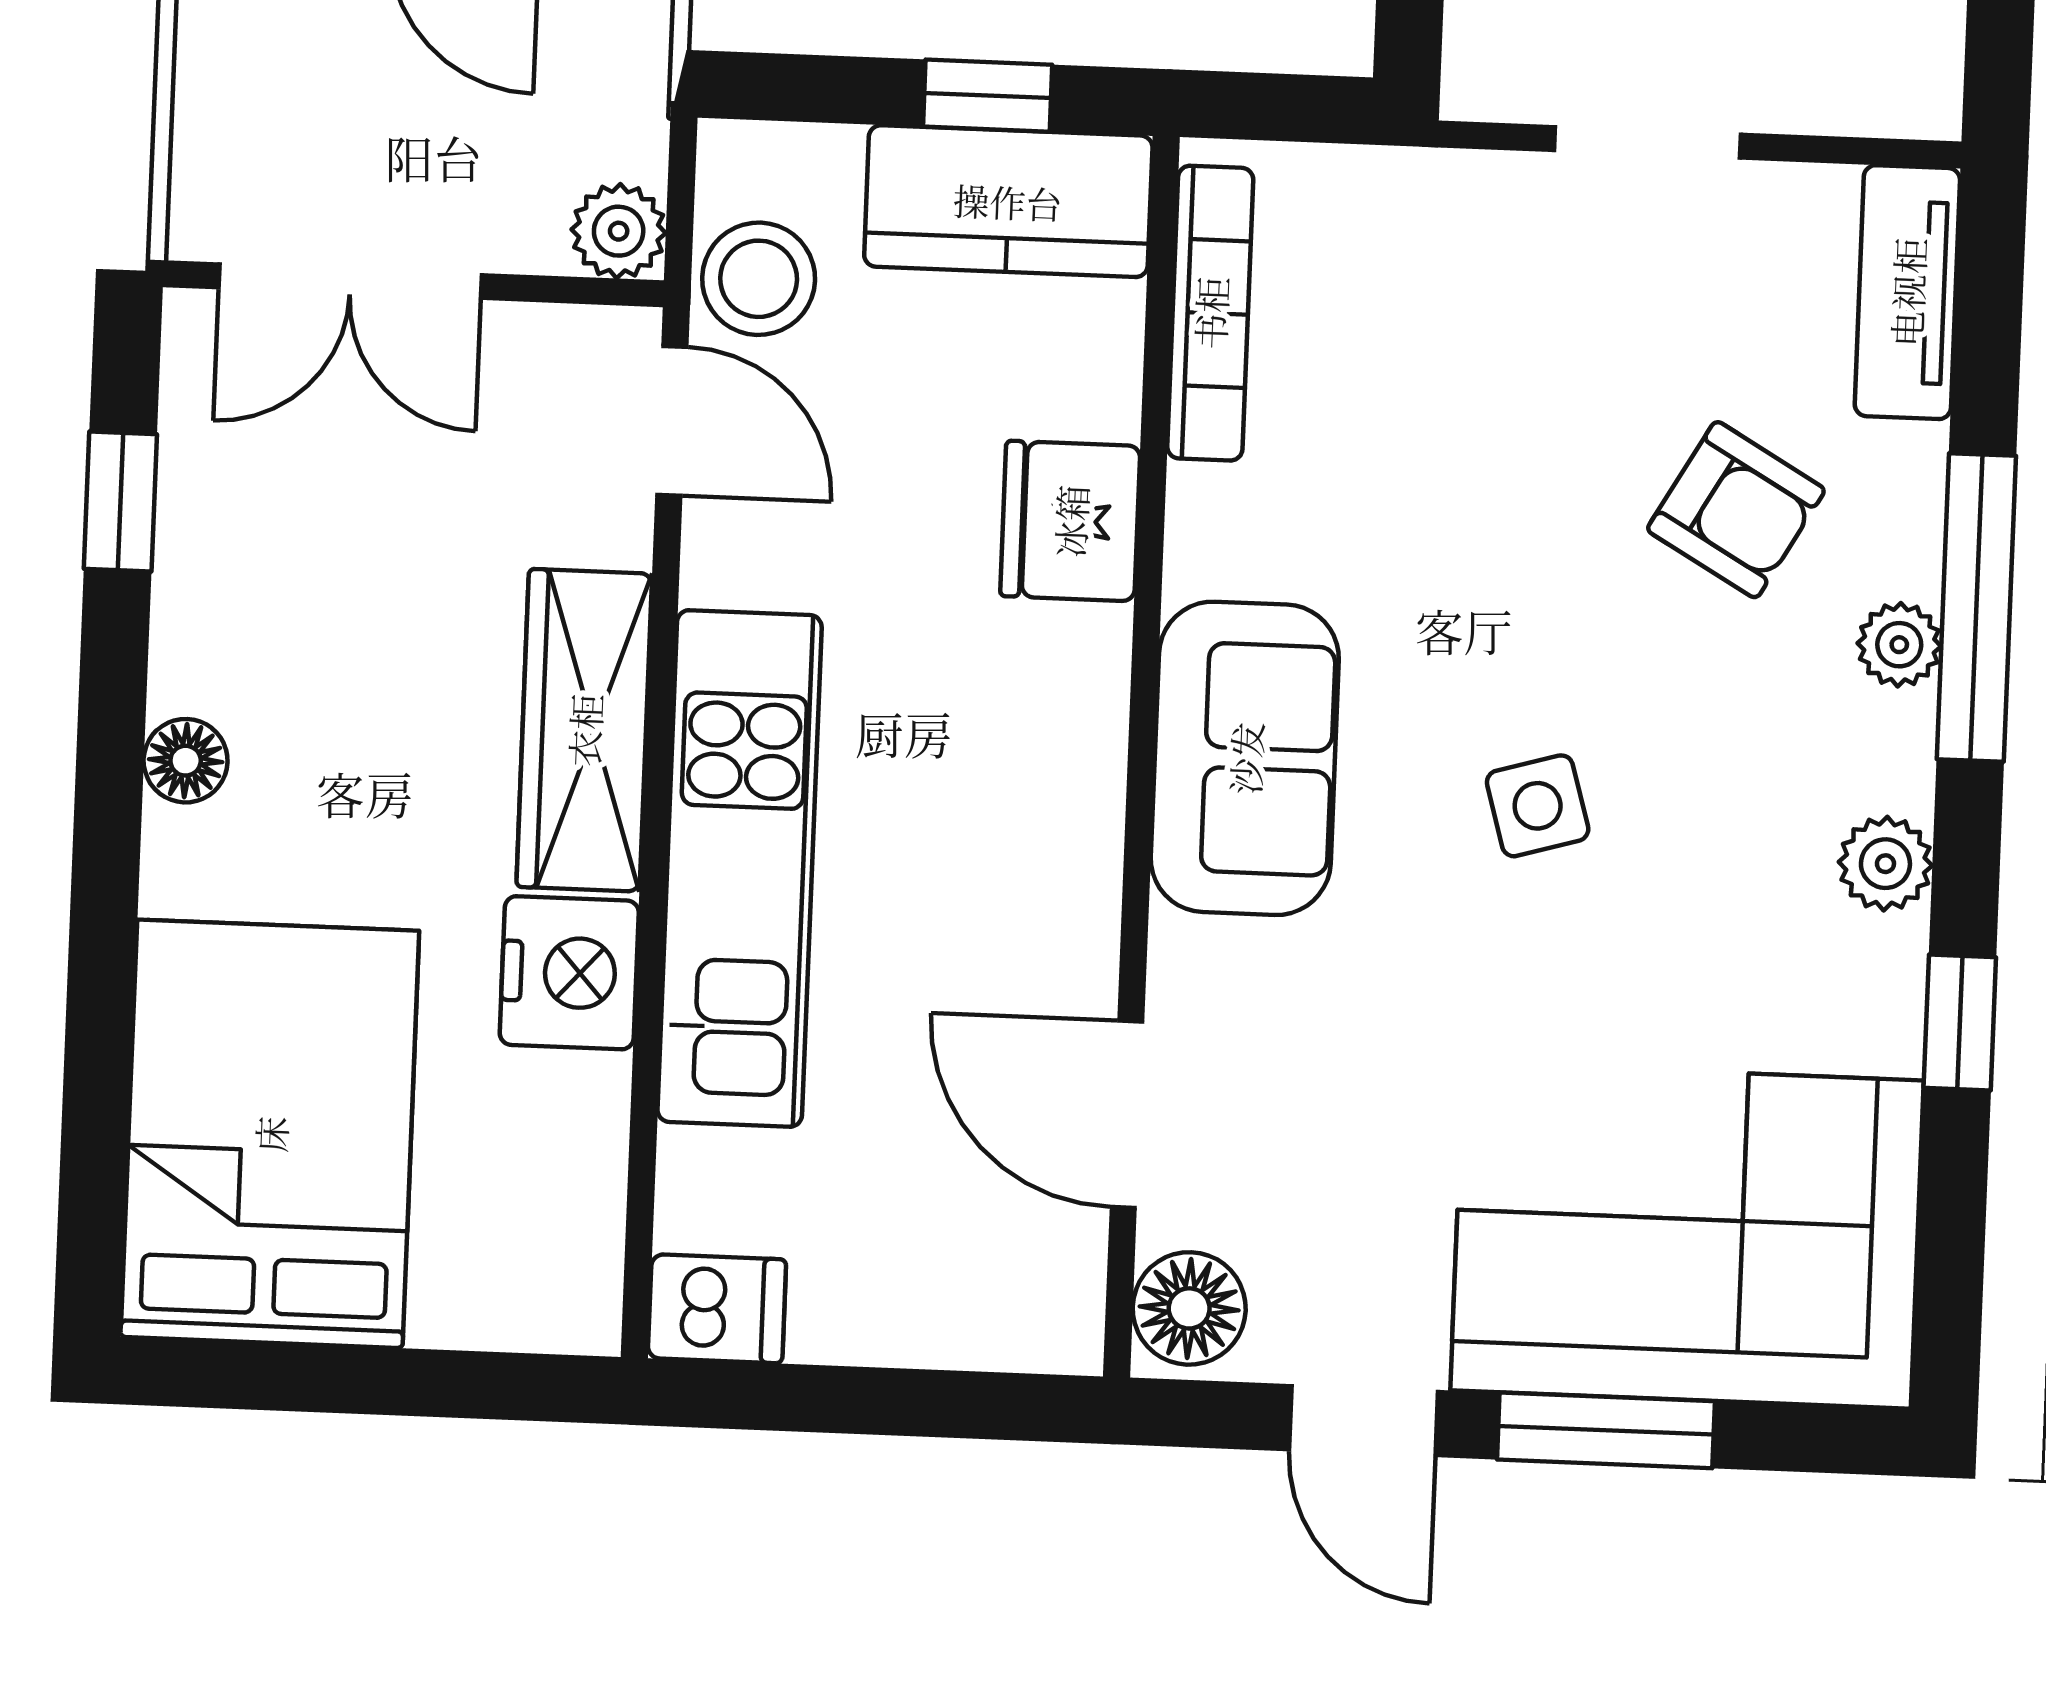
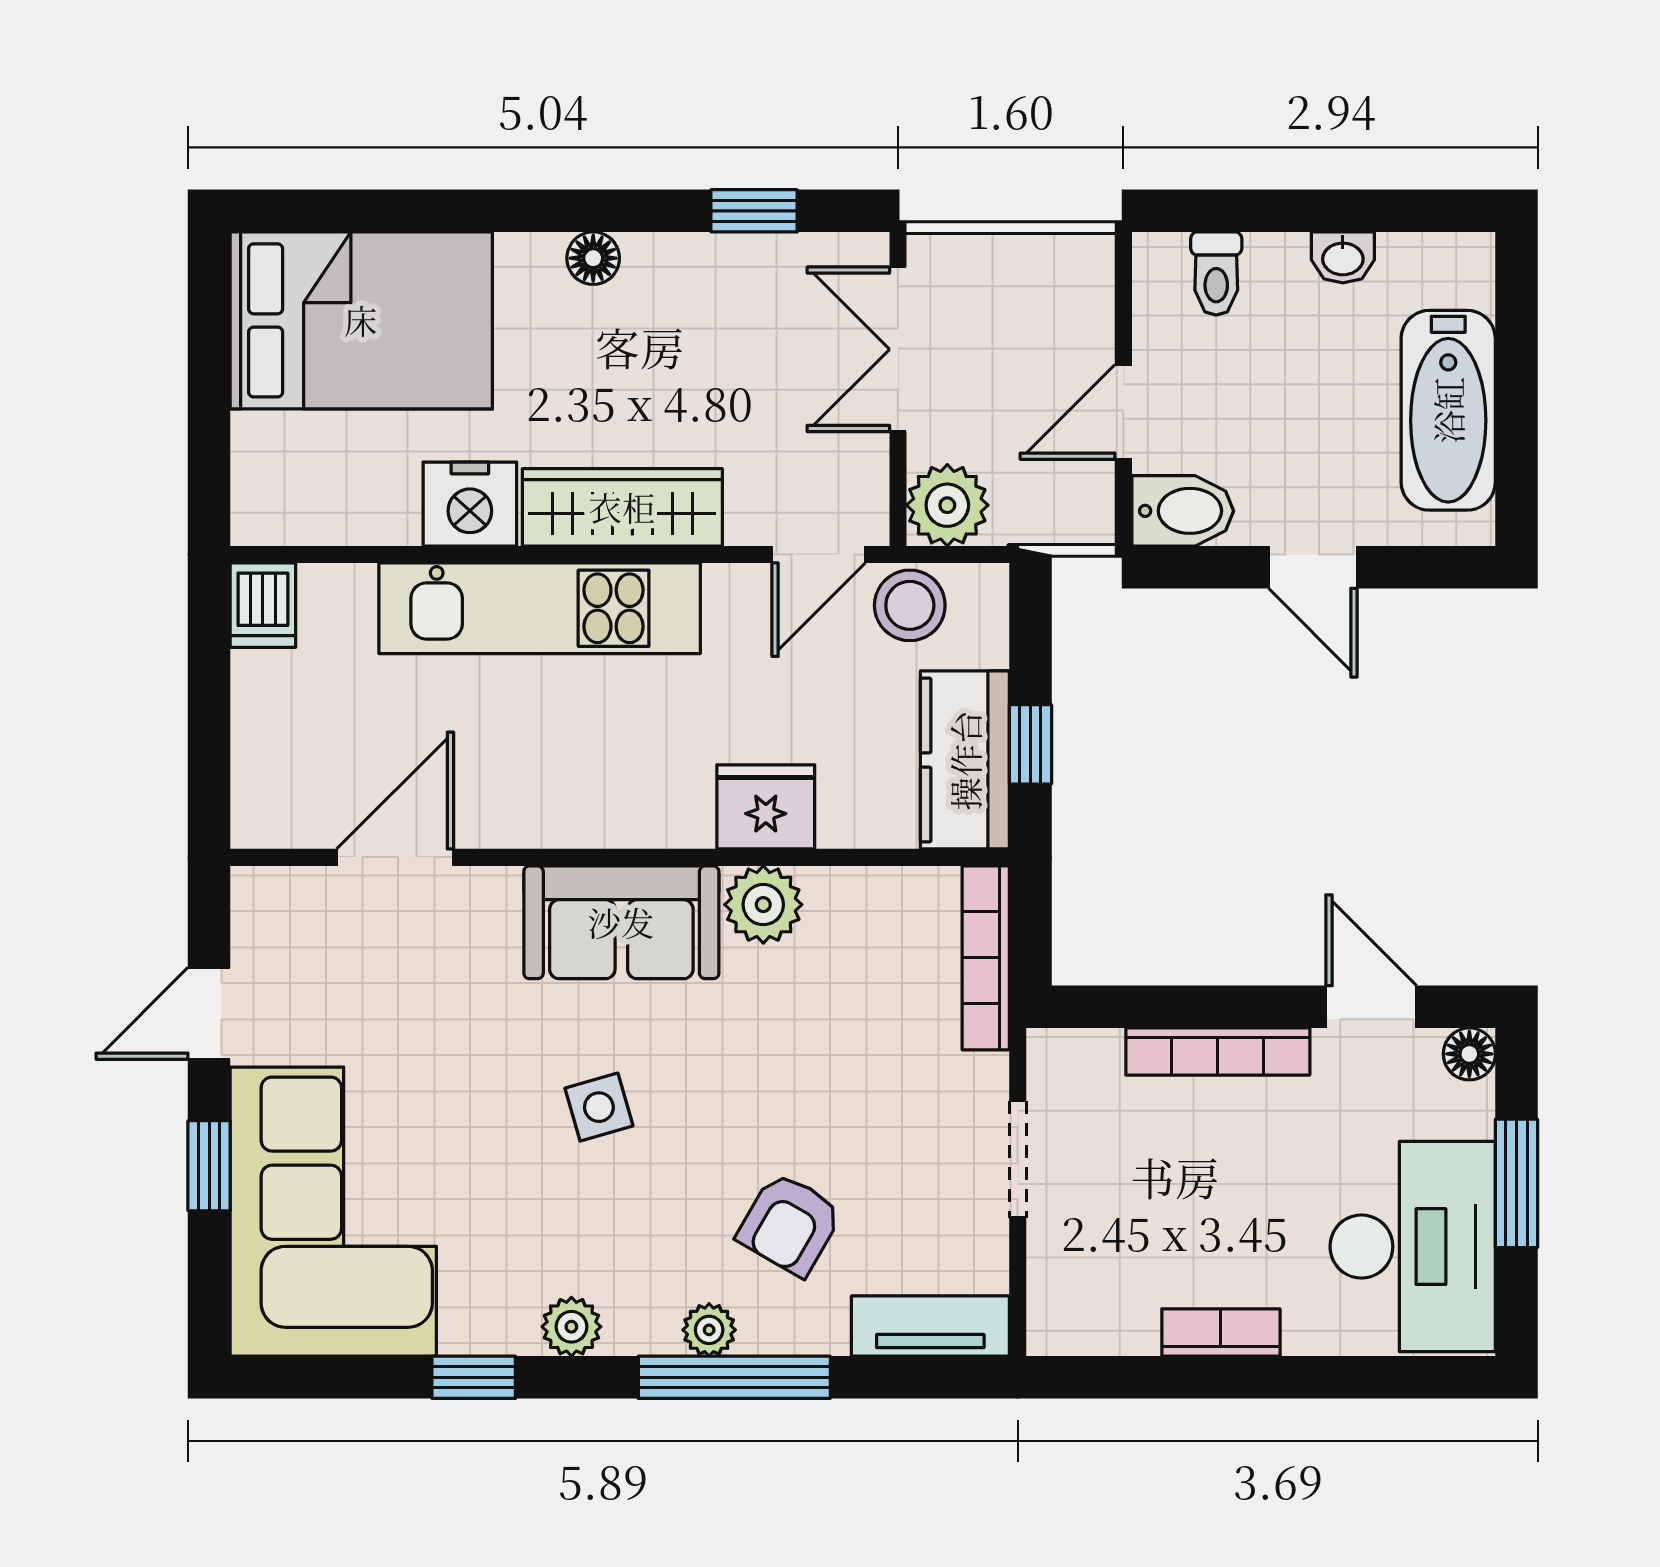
plant: (619, 231) -> (947, 505), width x1.38, depth x1.38
bookcase: (1210, 313) -> (986, 958), moved, turned 90
plant: (1226, 531) -> (763, 905), added
floor lamp: (1189, 1308) -> (275, 901), removed
window: (1606, 1430) -> (209, 1166), width x0.67

